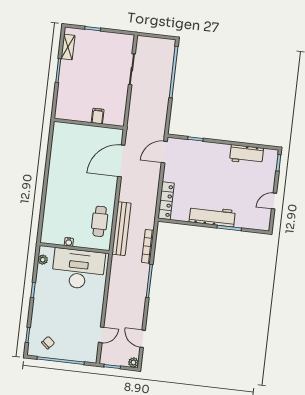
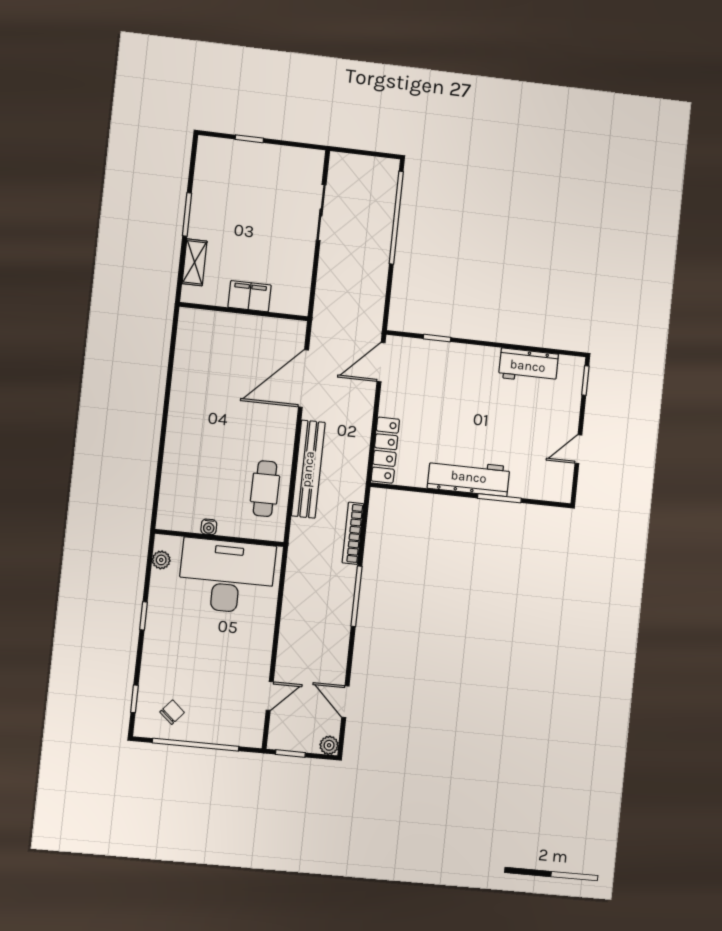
shelving: (68, 47) -> (195, 262), moved
filing cabinet: (98, 116) -> (250, 296), width x2.00
bench: (121, 229) -> (308, 469), moved

